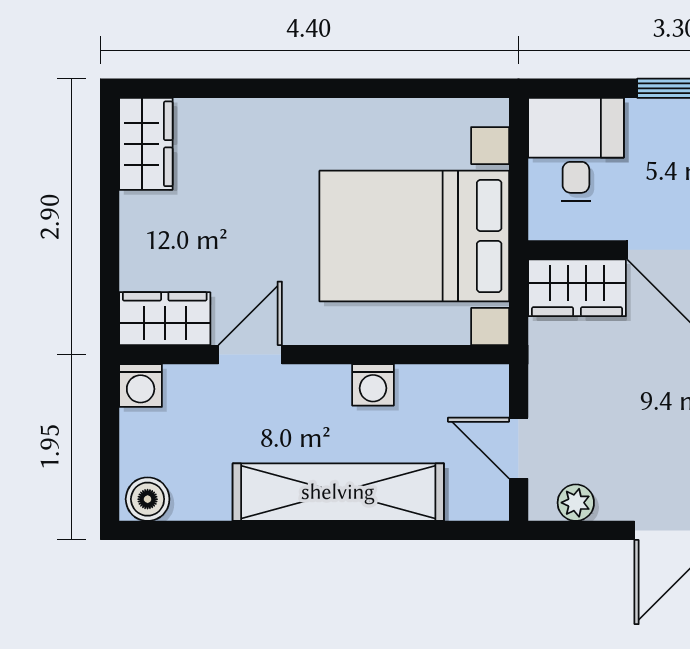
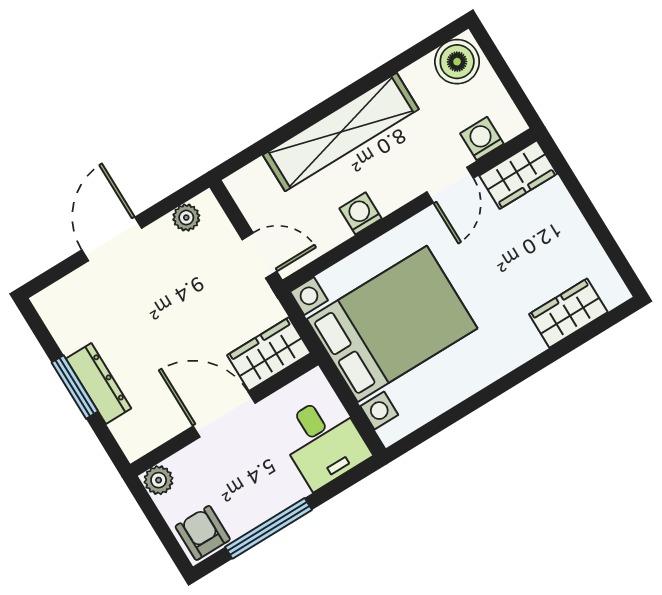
wardrobe: (146, 144) -> (568, 313), moved, turned 90
washing machine: (141, 385) -> (482, 139), moved
door: (519, 448) -> (259, 255), moved
boiler: (148, 499) -> (457, 62), width x1.36, depth x1.36

